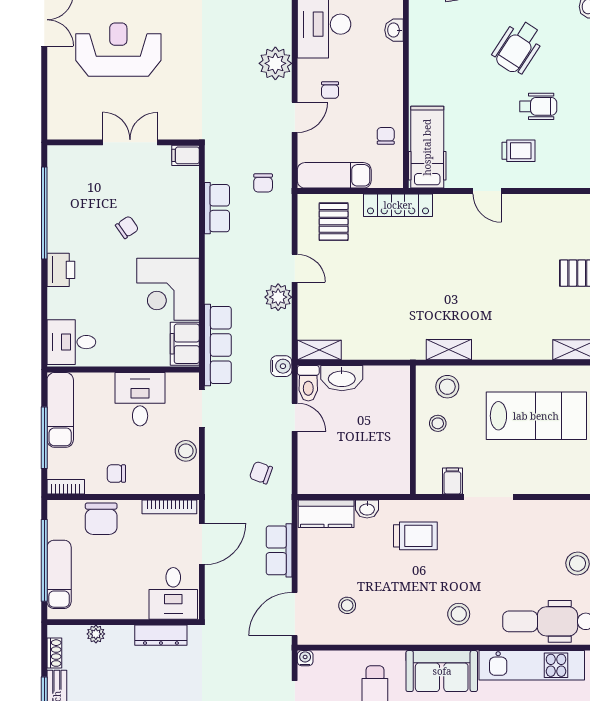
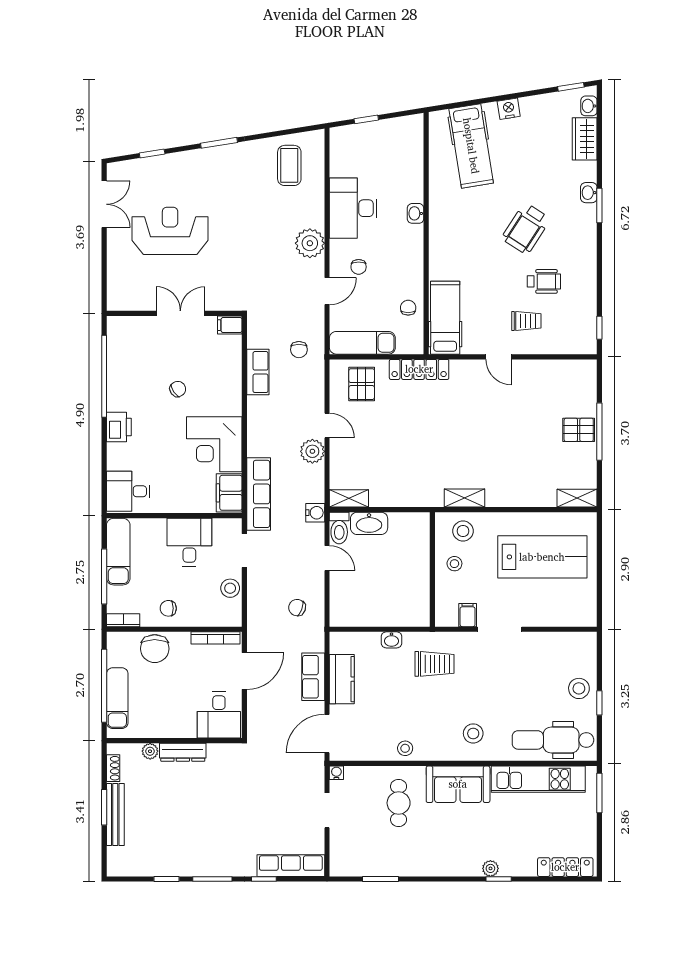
kitchen counter: (326, 514) -> (342, 679), moved, turned -90
stool: (347, 605) -> (405, 748), moved
dresser: (161, 635) -> (183, 752), moved

